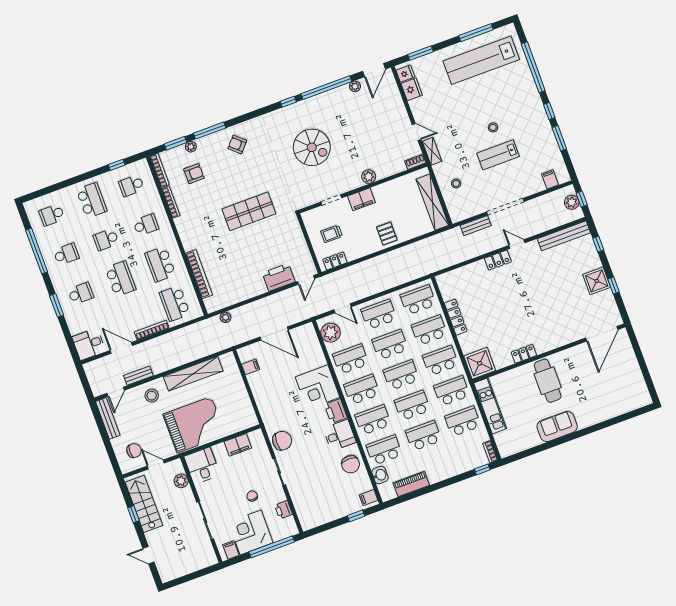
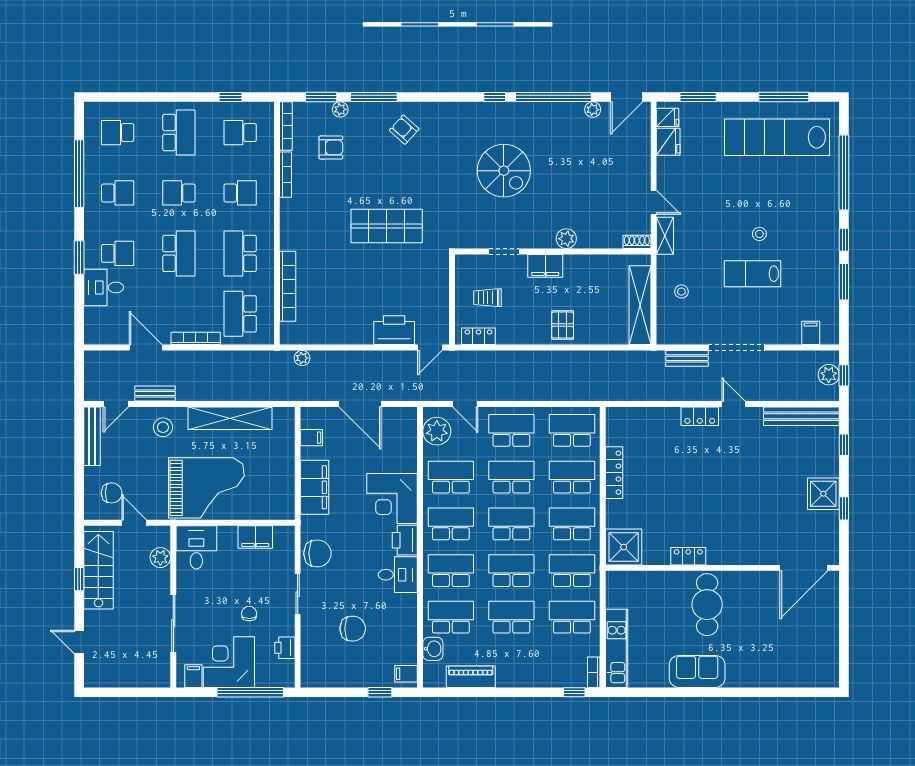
desk: (89, 344) -> (104, 287), moved
filing cabinet: (264, 398) -> (314, 487), added
kitchen unit: (490, 406) -> (617, 648), moved
chair: (351, 464) -> (353, 629), moved, turned -90

